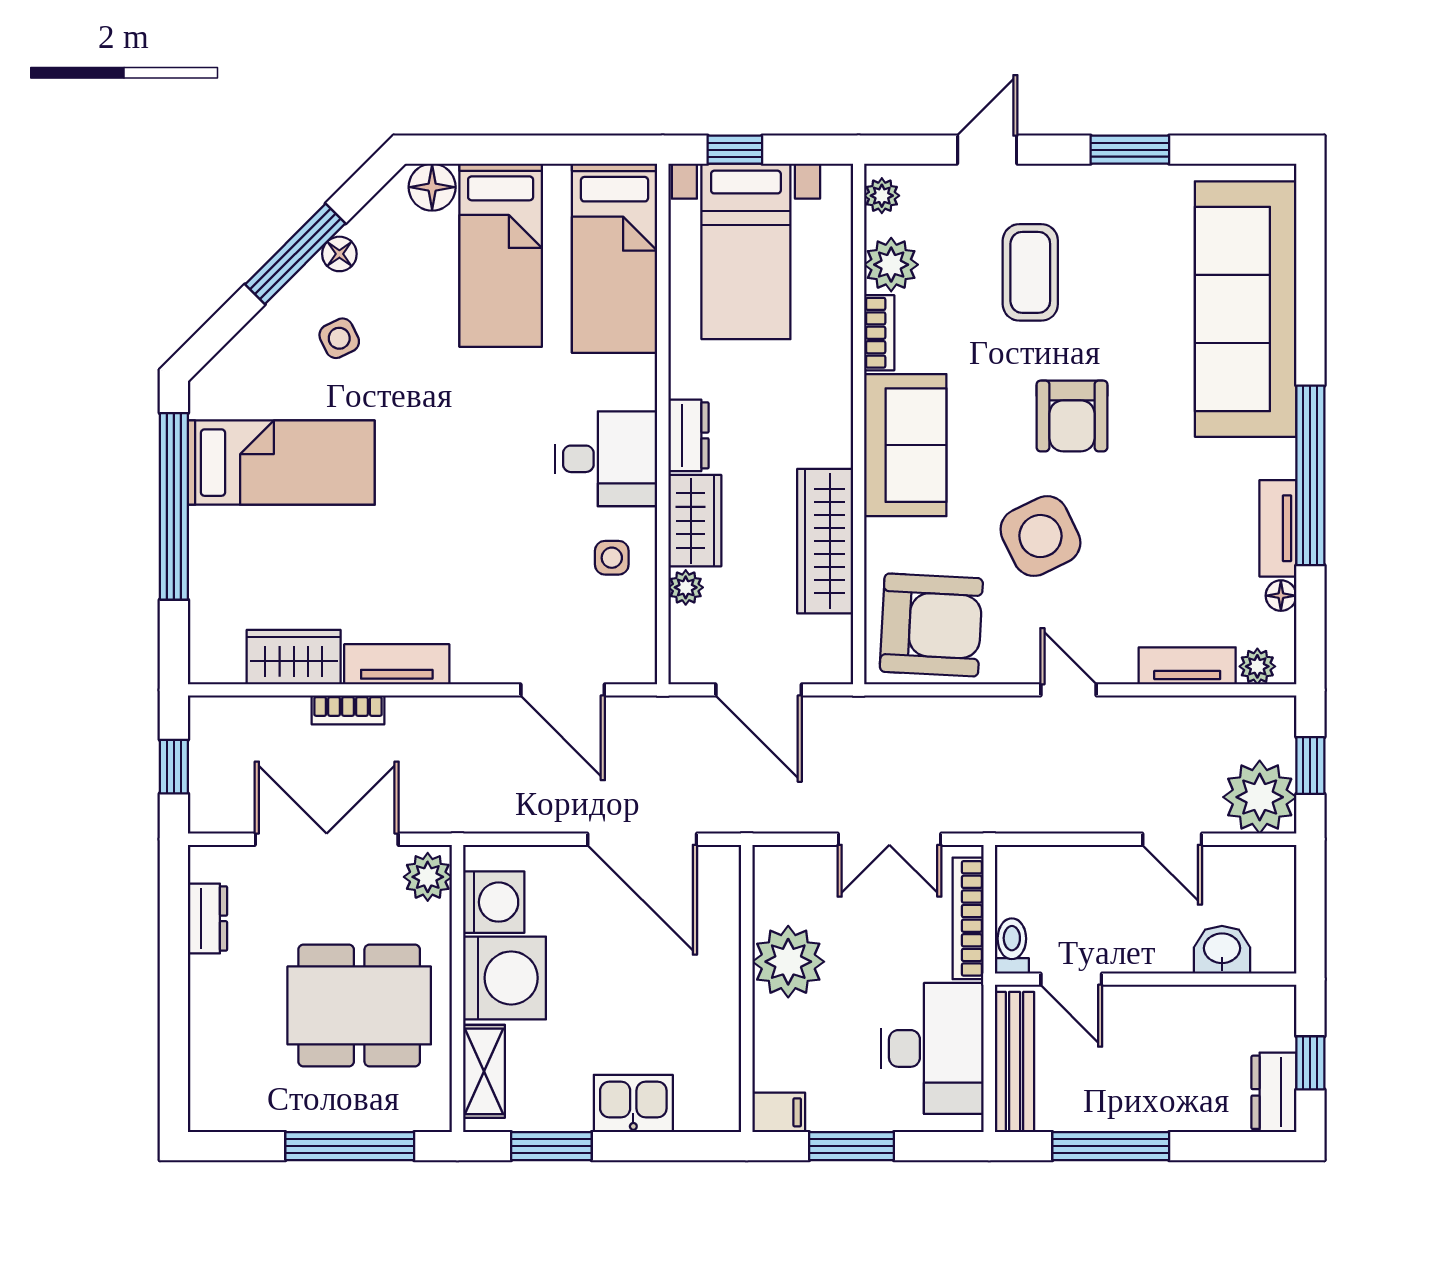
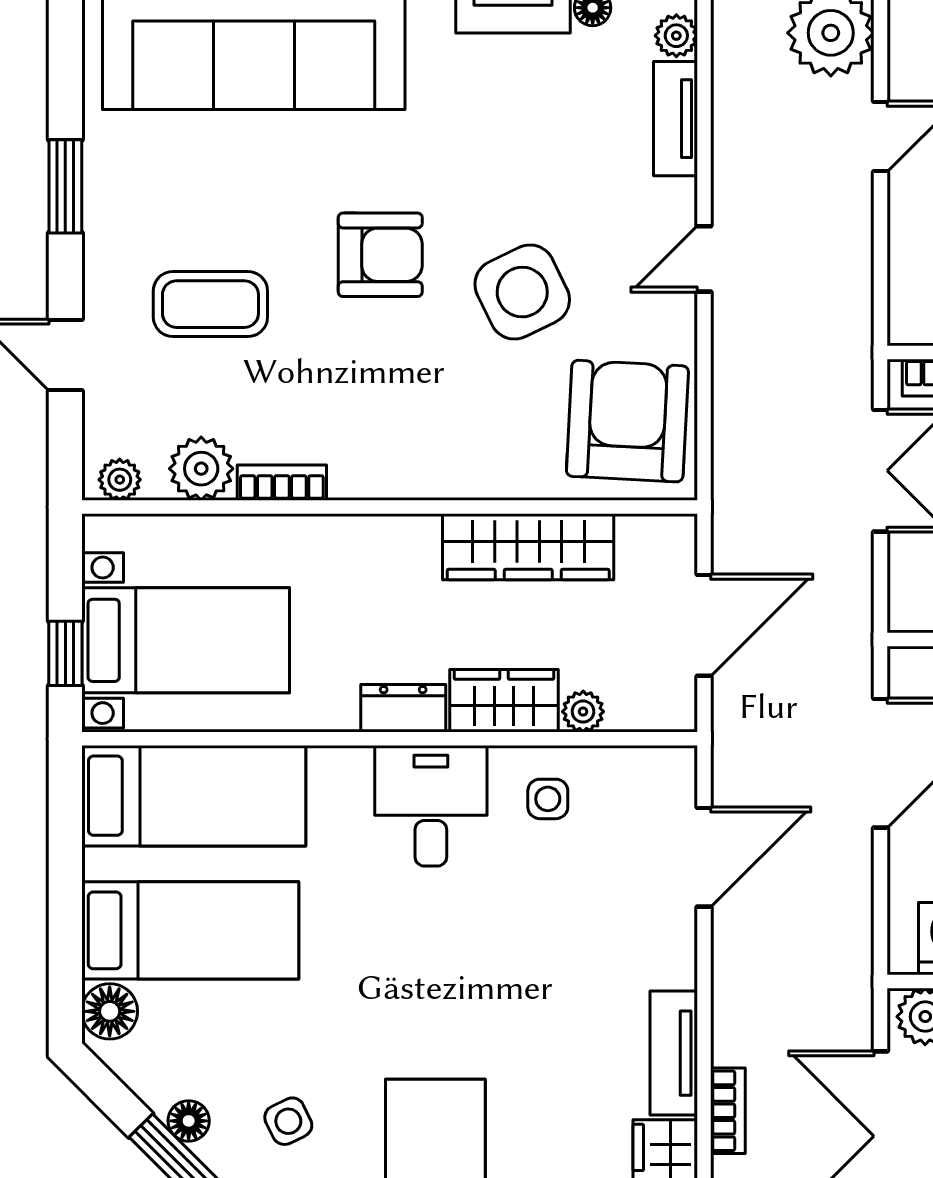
sofa: (905, 445) -> (415, 452), removed

